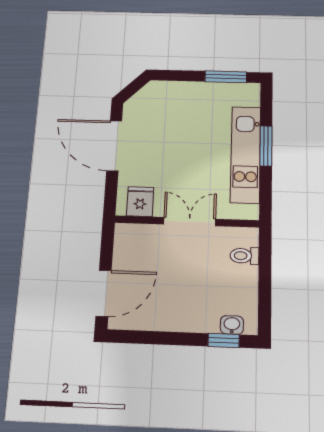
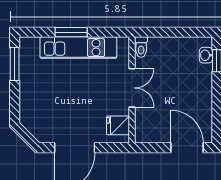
double door: (190, 222) -> (132, 88), swing flipped
toilet: (245, 256) -> (141, 47), moved

